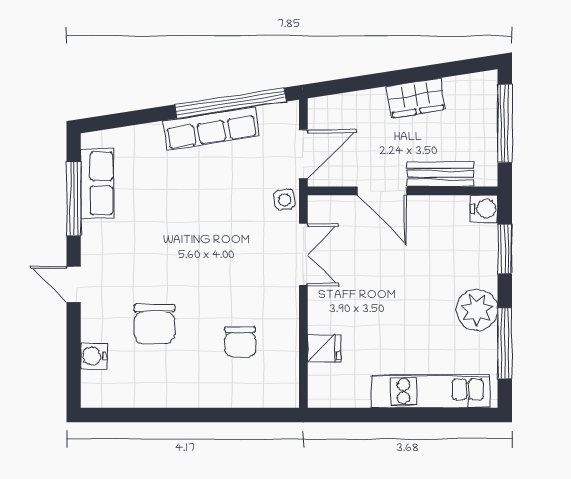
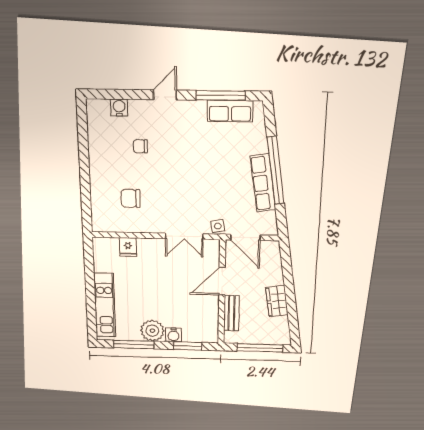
window: (231, 103) -> (276, 170), moved
water cooler: (484, 209) -> (173, 335), moved
chair: (154, 324) -> (140, 146), width x0.54, depth x0.54

